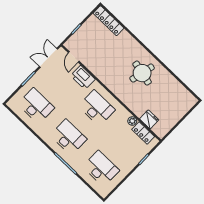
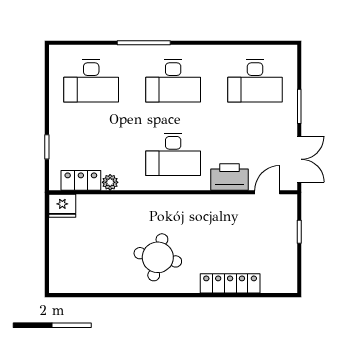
locker: (109, 21) -> (230, 283), moved
door: (74, 57) -> (267, 192), hinge flipped
fridge: (149, 119) -> (62, 206), moved

